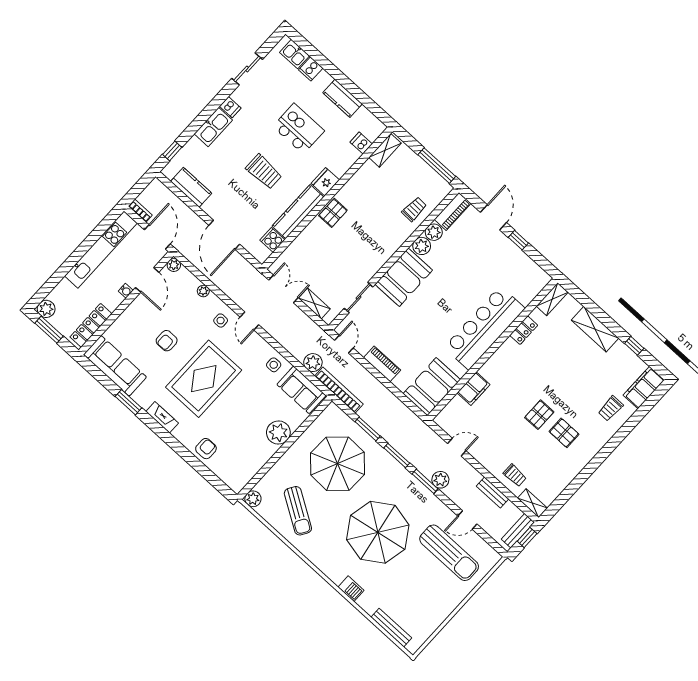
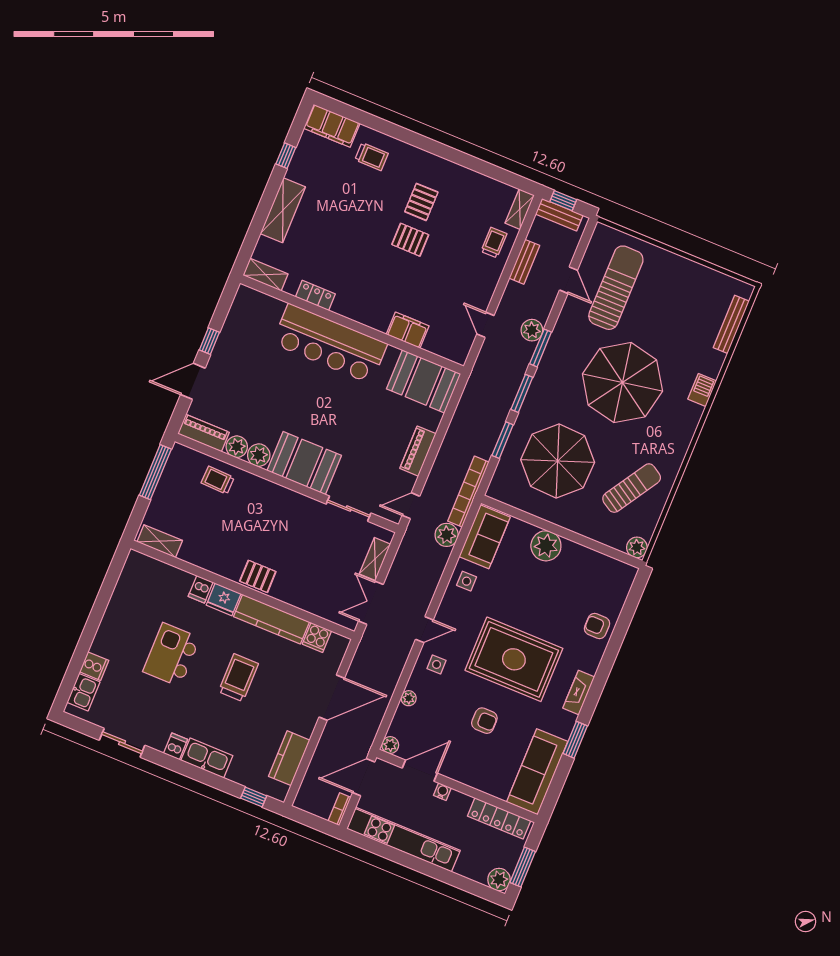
kitchen counter: (343, 98) -> (116, 615), removed
dishwasher: (361, 143) -> (201, 589), moved

